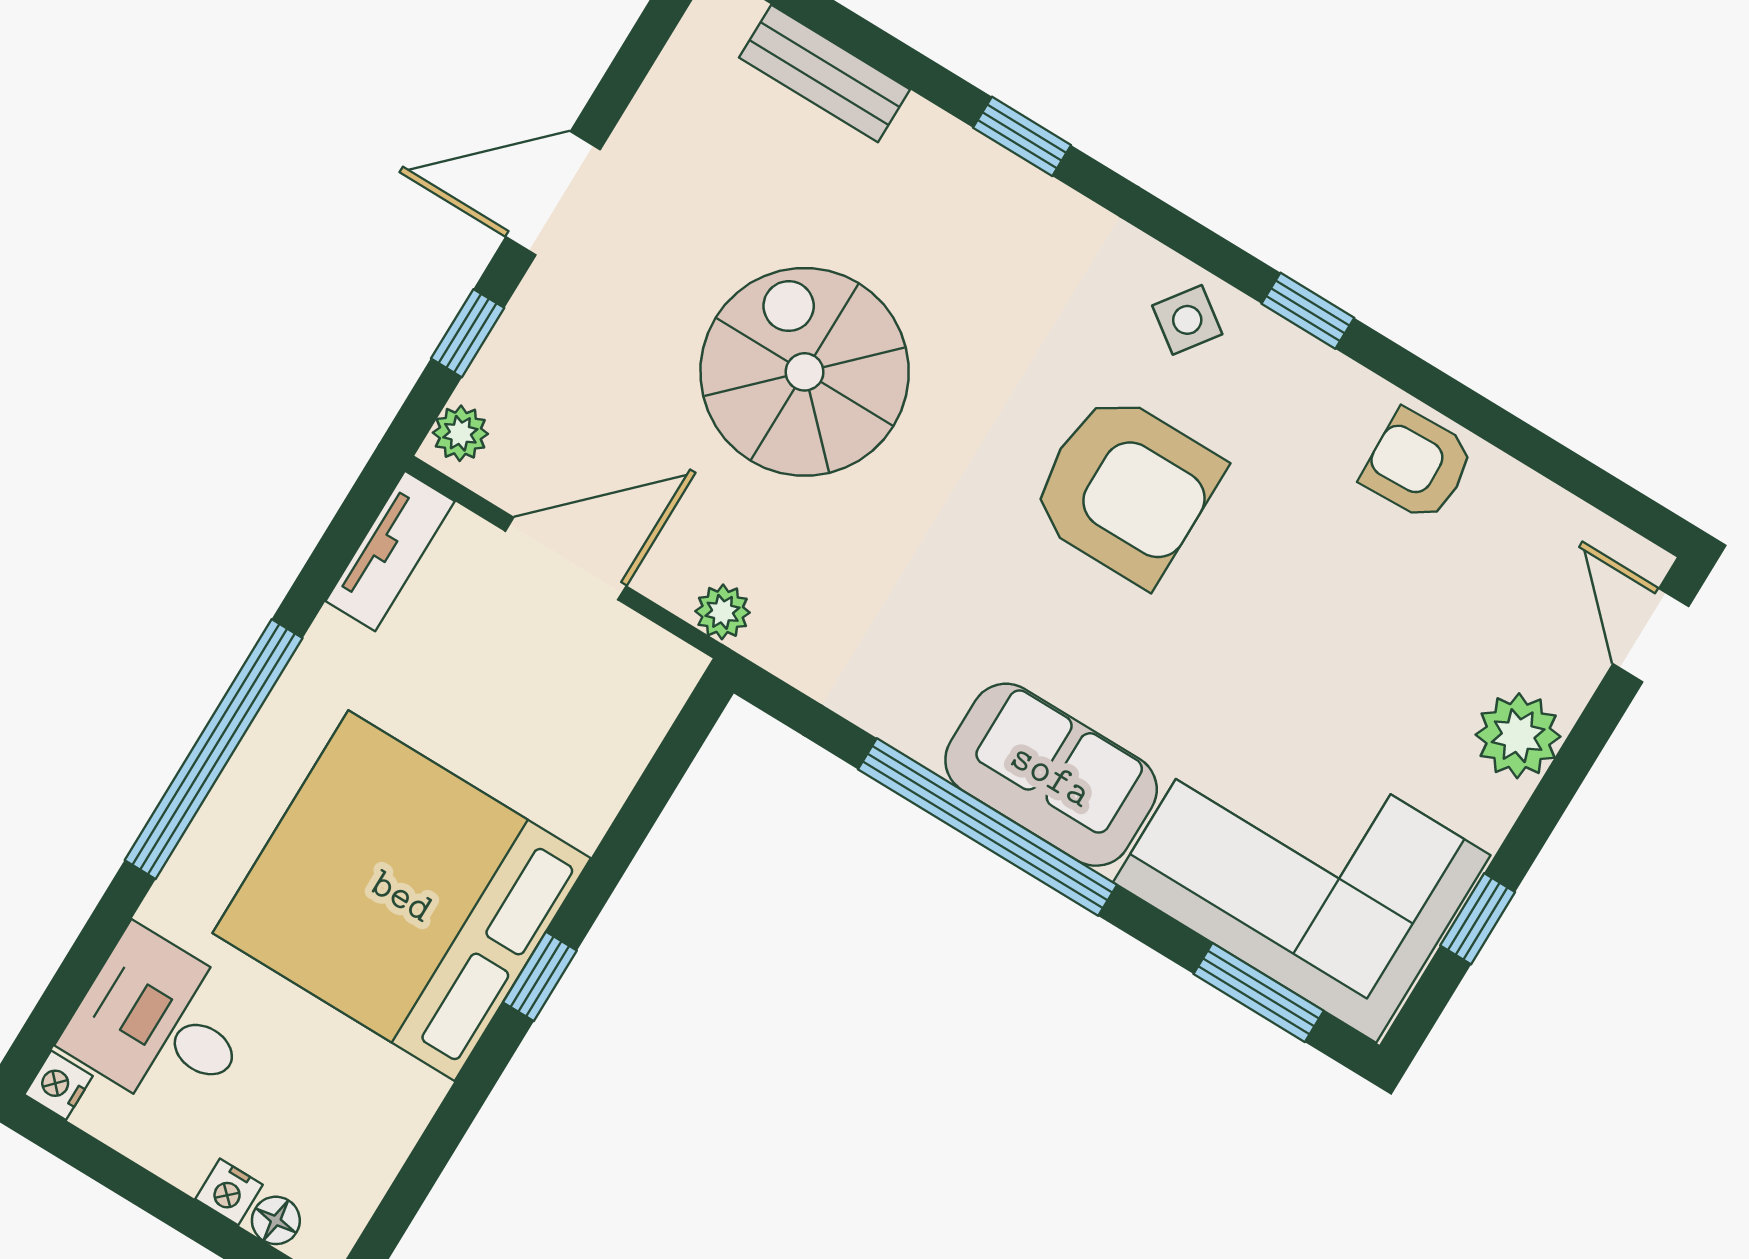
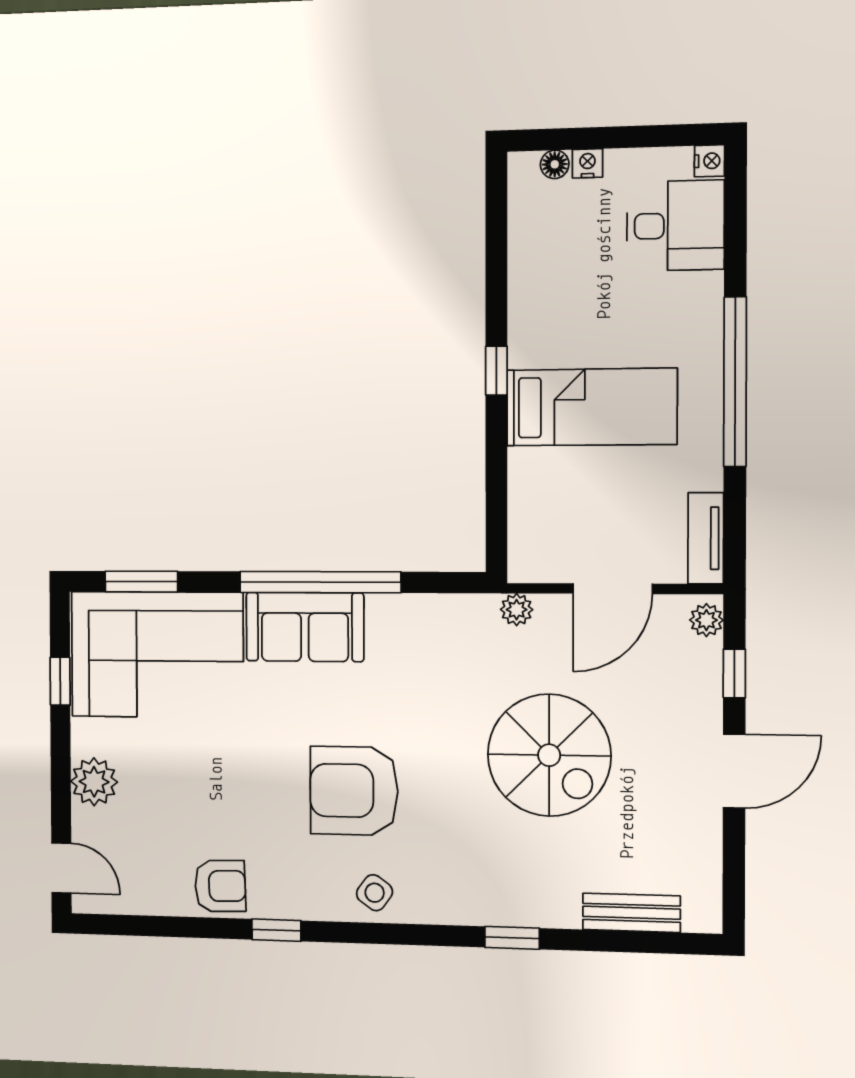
window: (1308, 311) -> (276, 930), moved
bed: (402, 896) -> (592, 407), width x0.49

